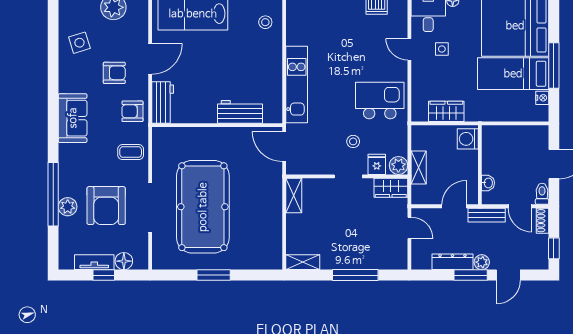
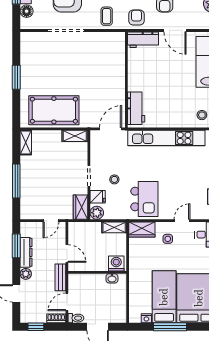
side table: (442, 49) -> (168, 239), moved
kitchen unit: (297, 85) -> (166, 138), width x1.36
wardrobe: (446, 111) -> (142, 229), moved, turned 90
workbench: (240, 112) -> (136, 108), moved
shelving: (419, 168) -> (114, 227), moved
washbasin: (488, 183) -> (112, 278), moved
pool table: (203, 207) -> (54, 110), moved, width x0.73, depth x0.76
window: (471, 275) -> (16, 246), moved

